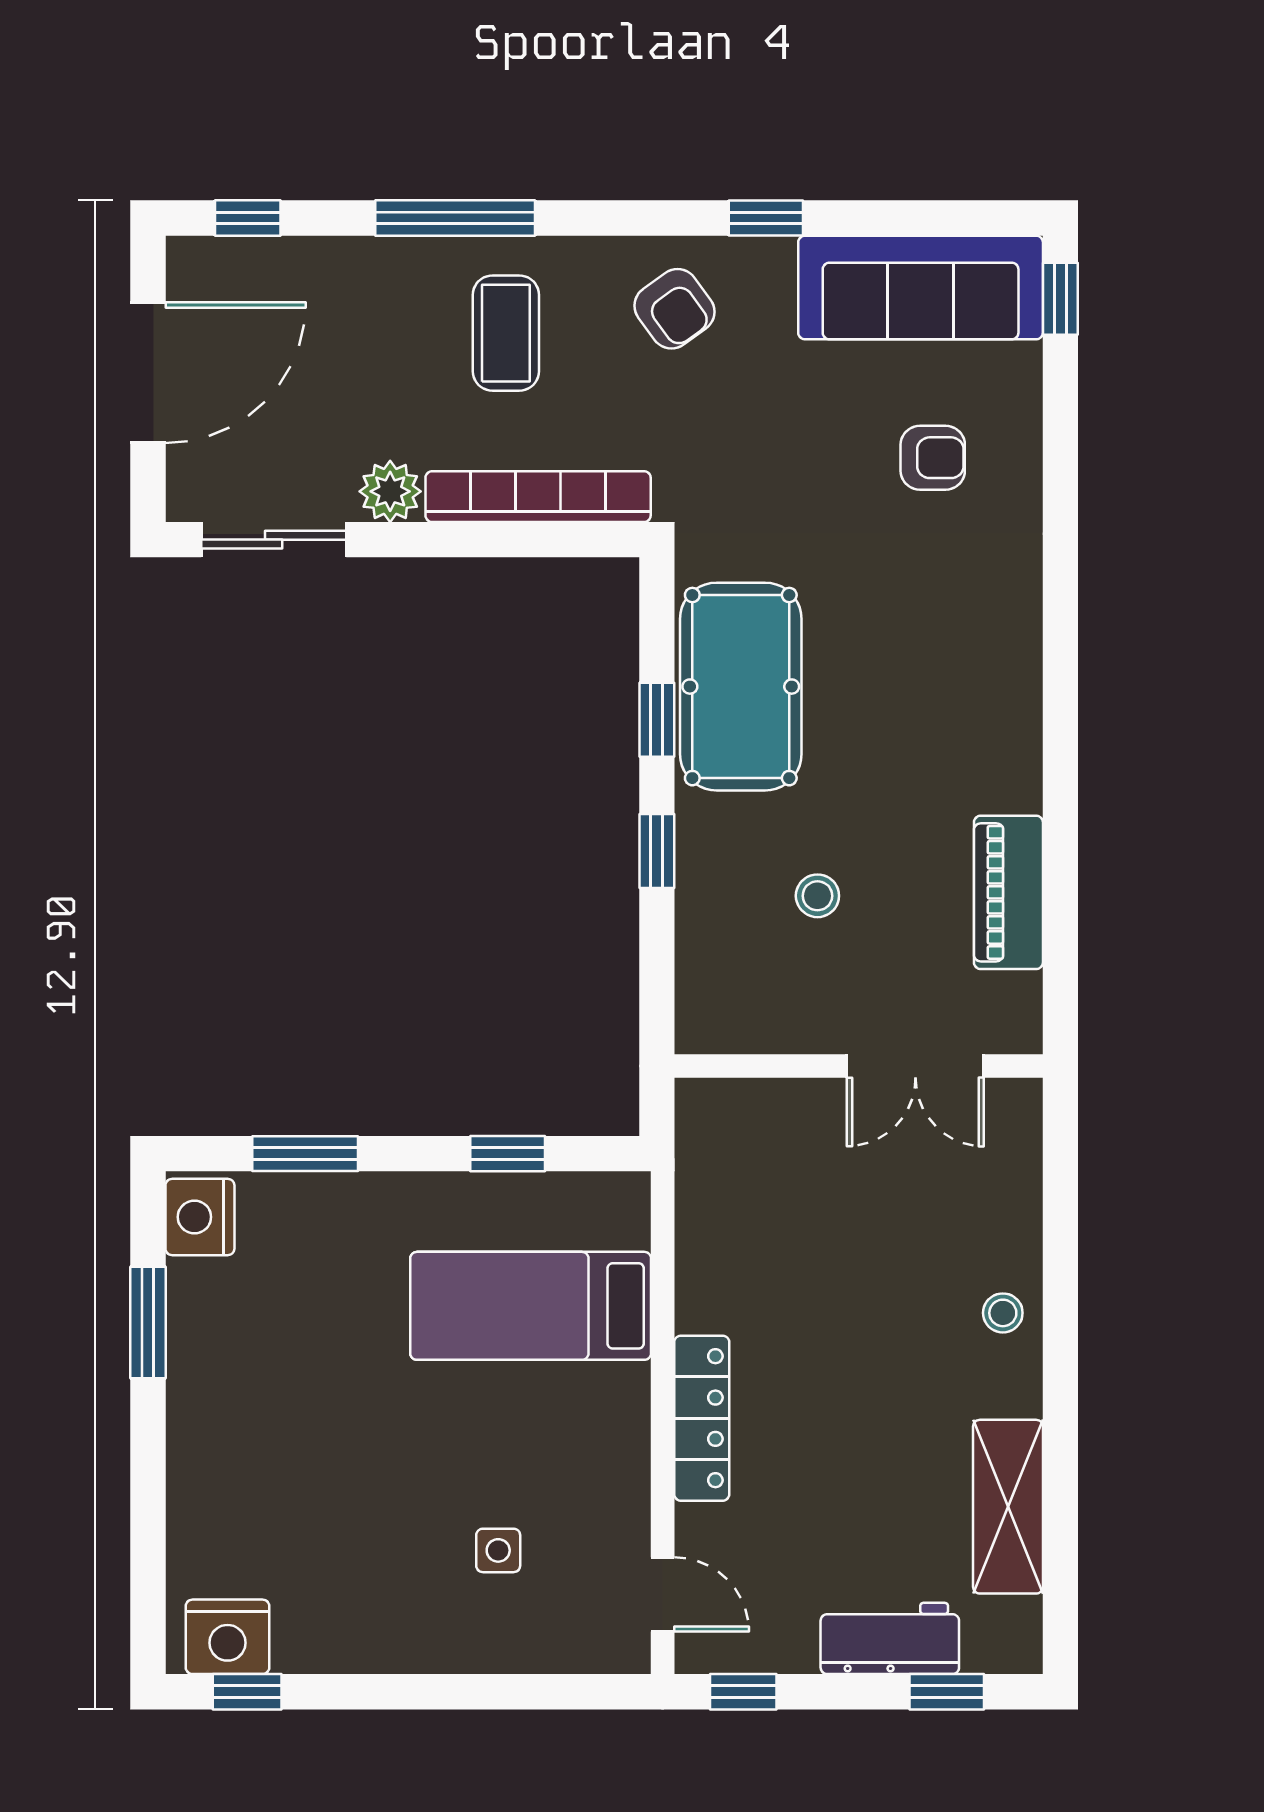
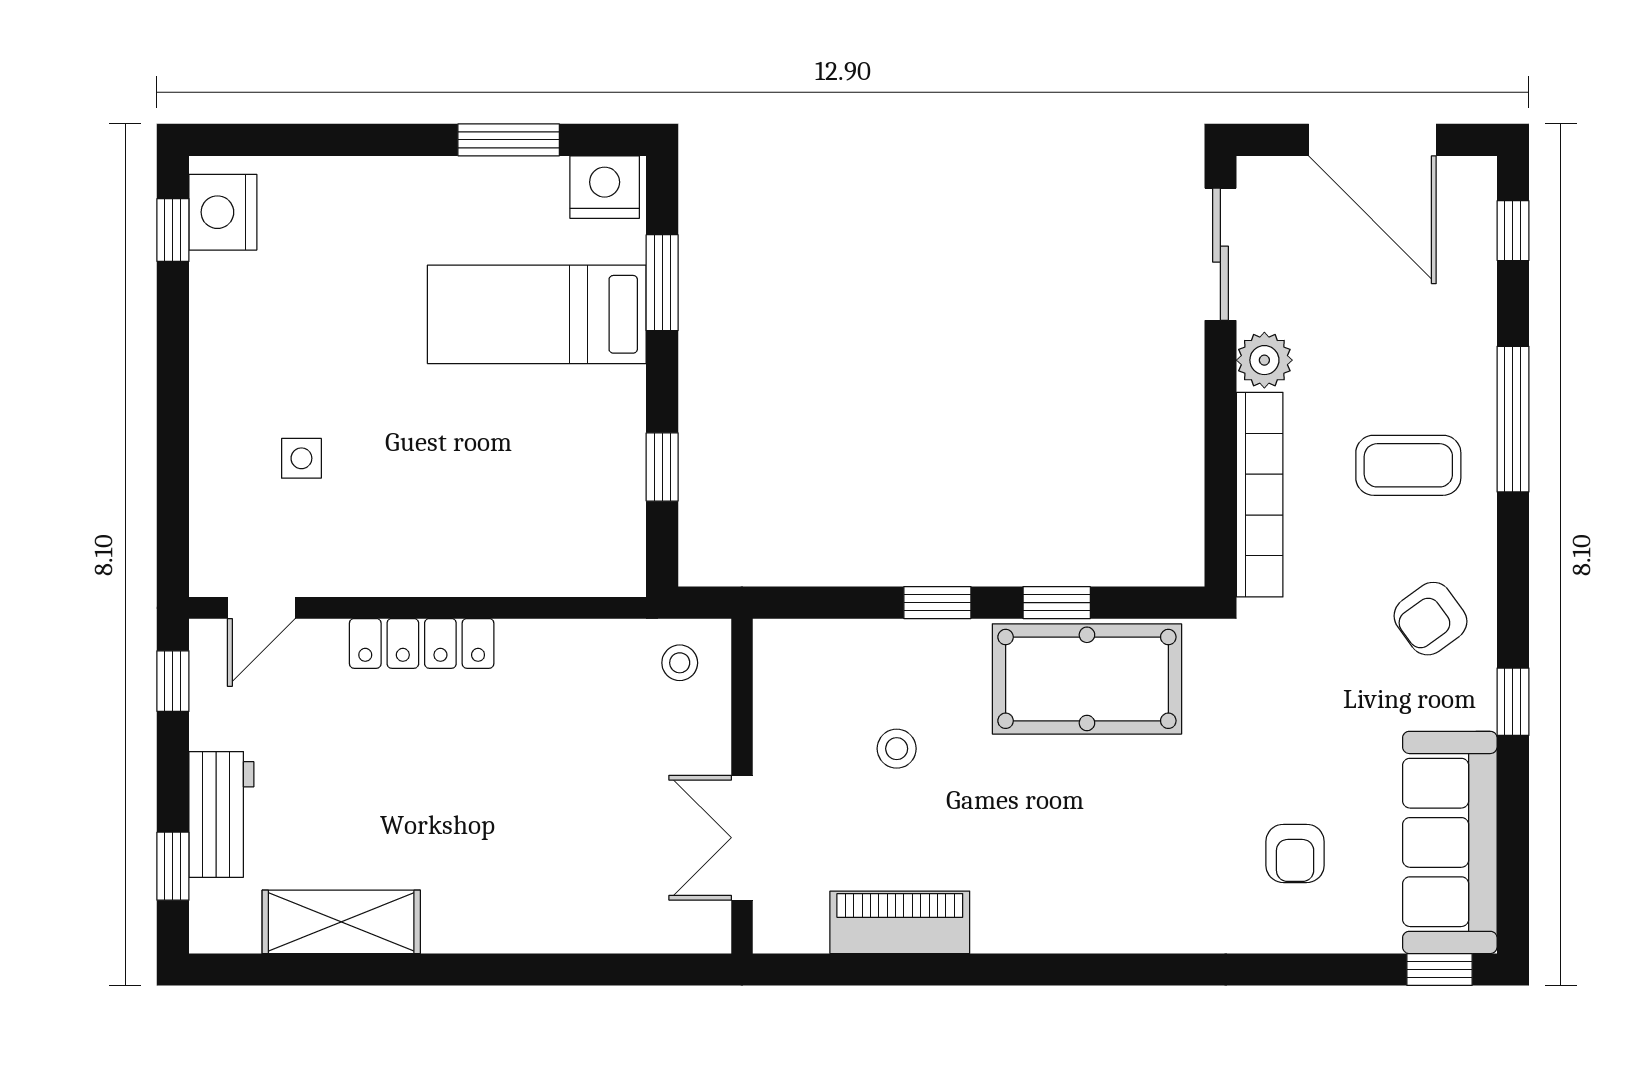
bed: (531, 1306) -> (537, 314), moved, turned -90
stool: (1003, 1313) -> (680, 663), moved

